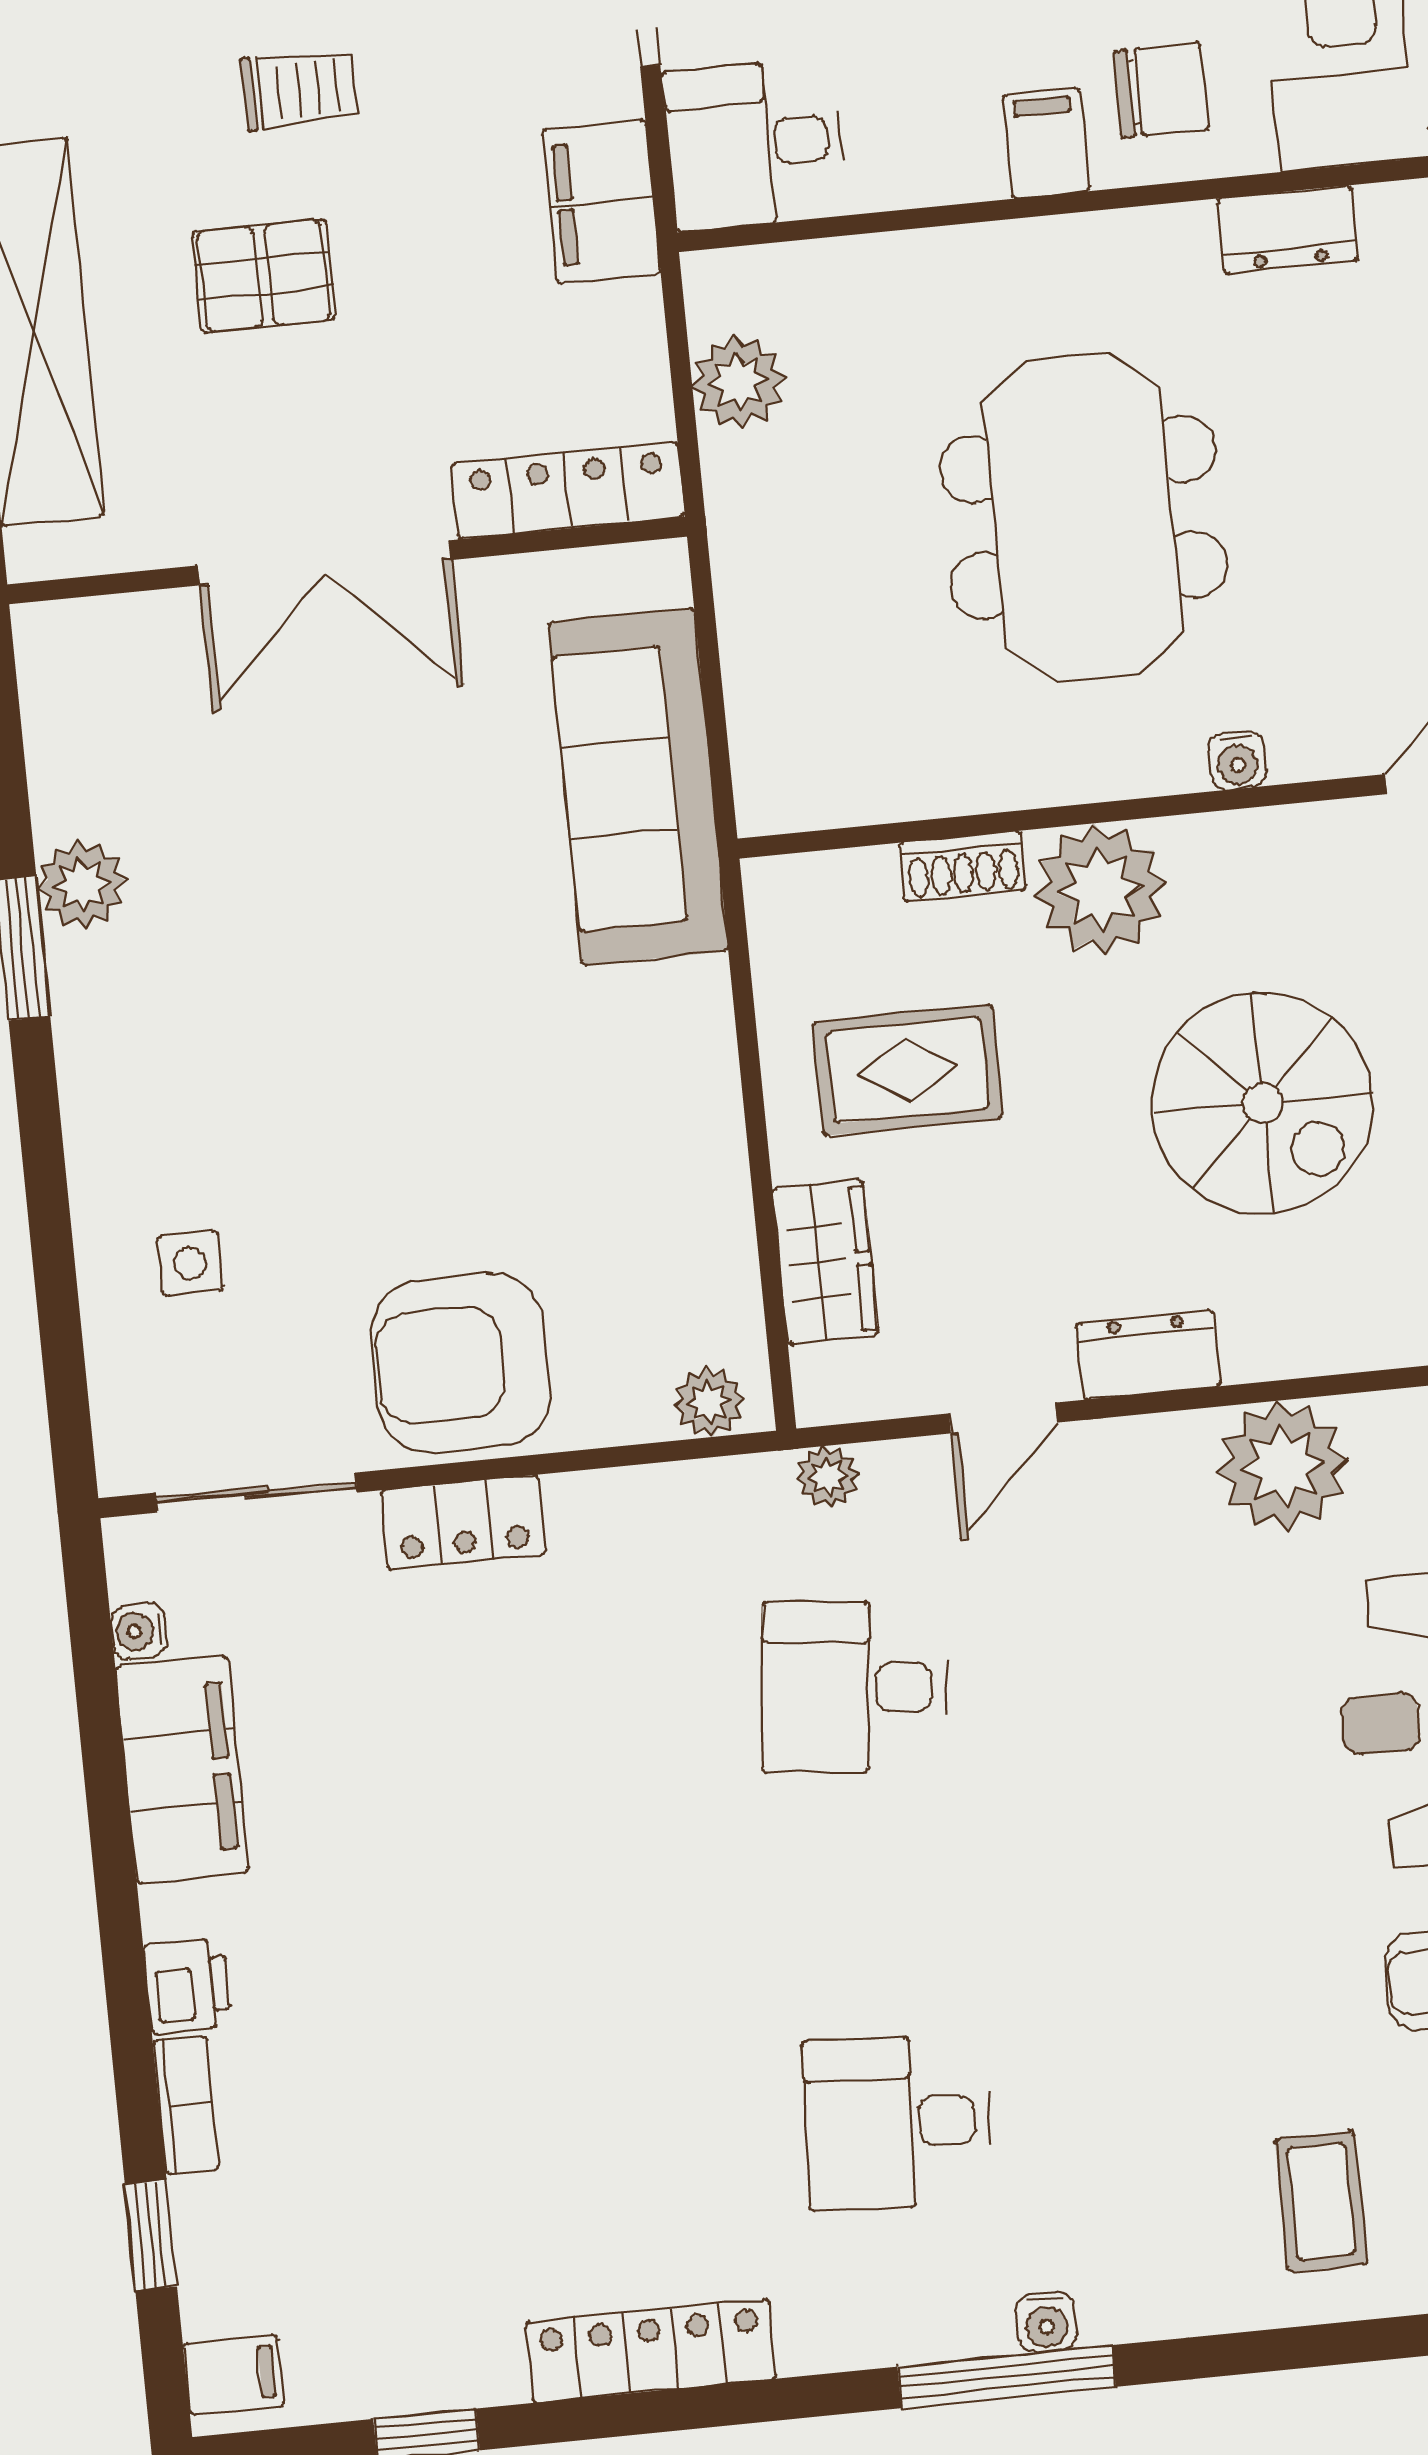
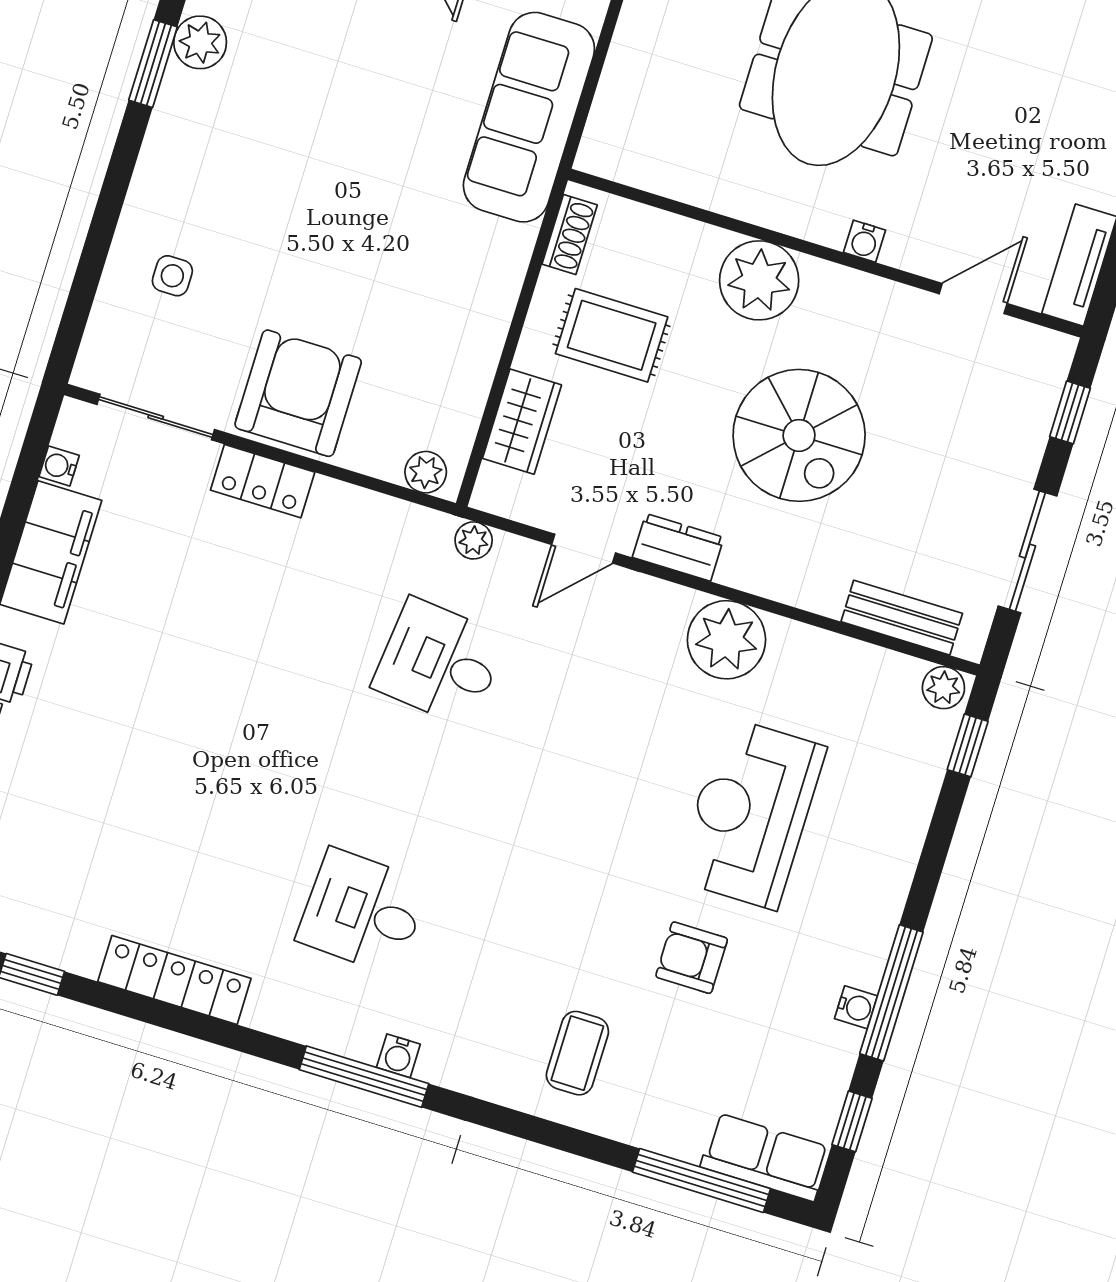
shoe rack: (963, 866) -> (570, 235), moved, turned -90
armchair: (461, 1363) -> (298, 393), turned 90

